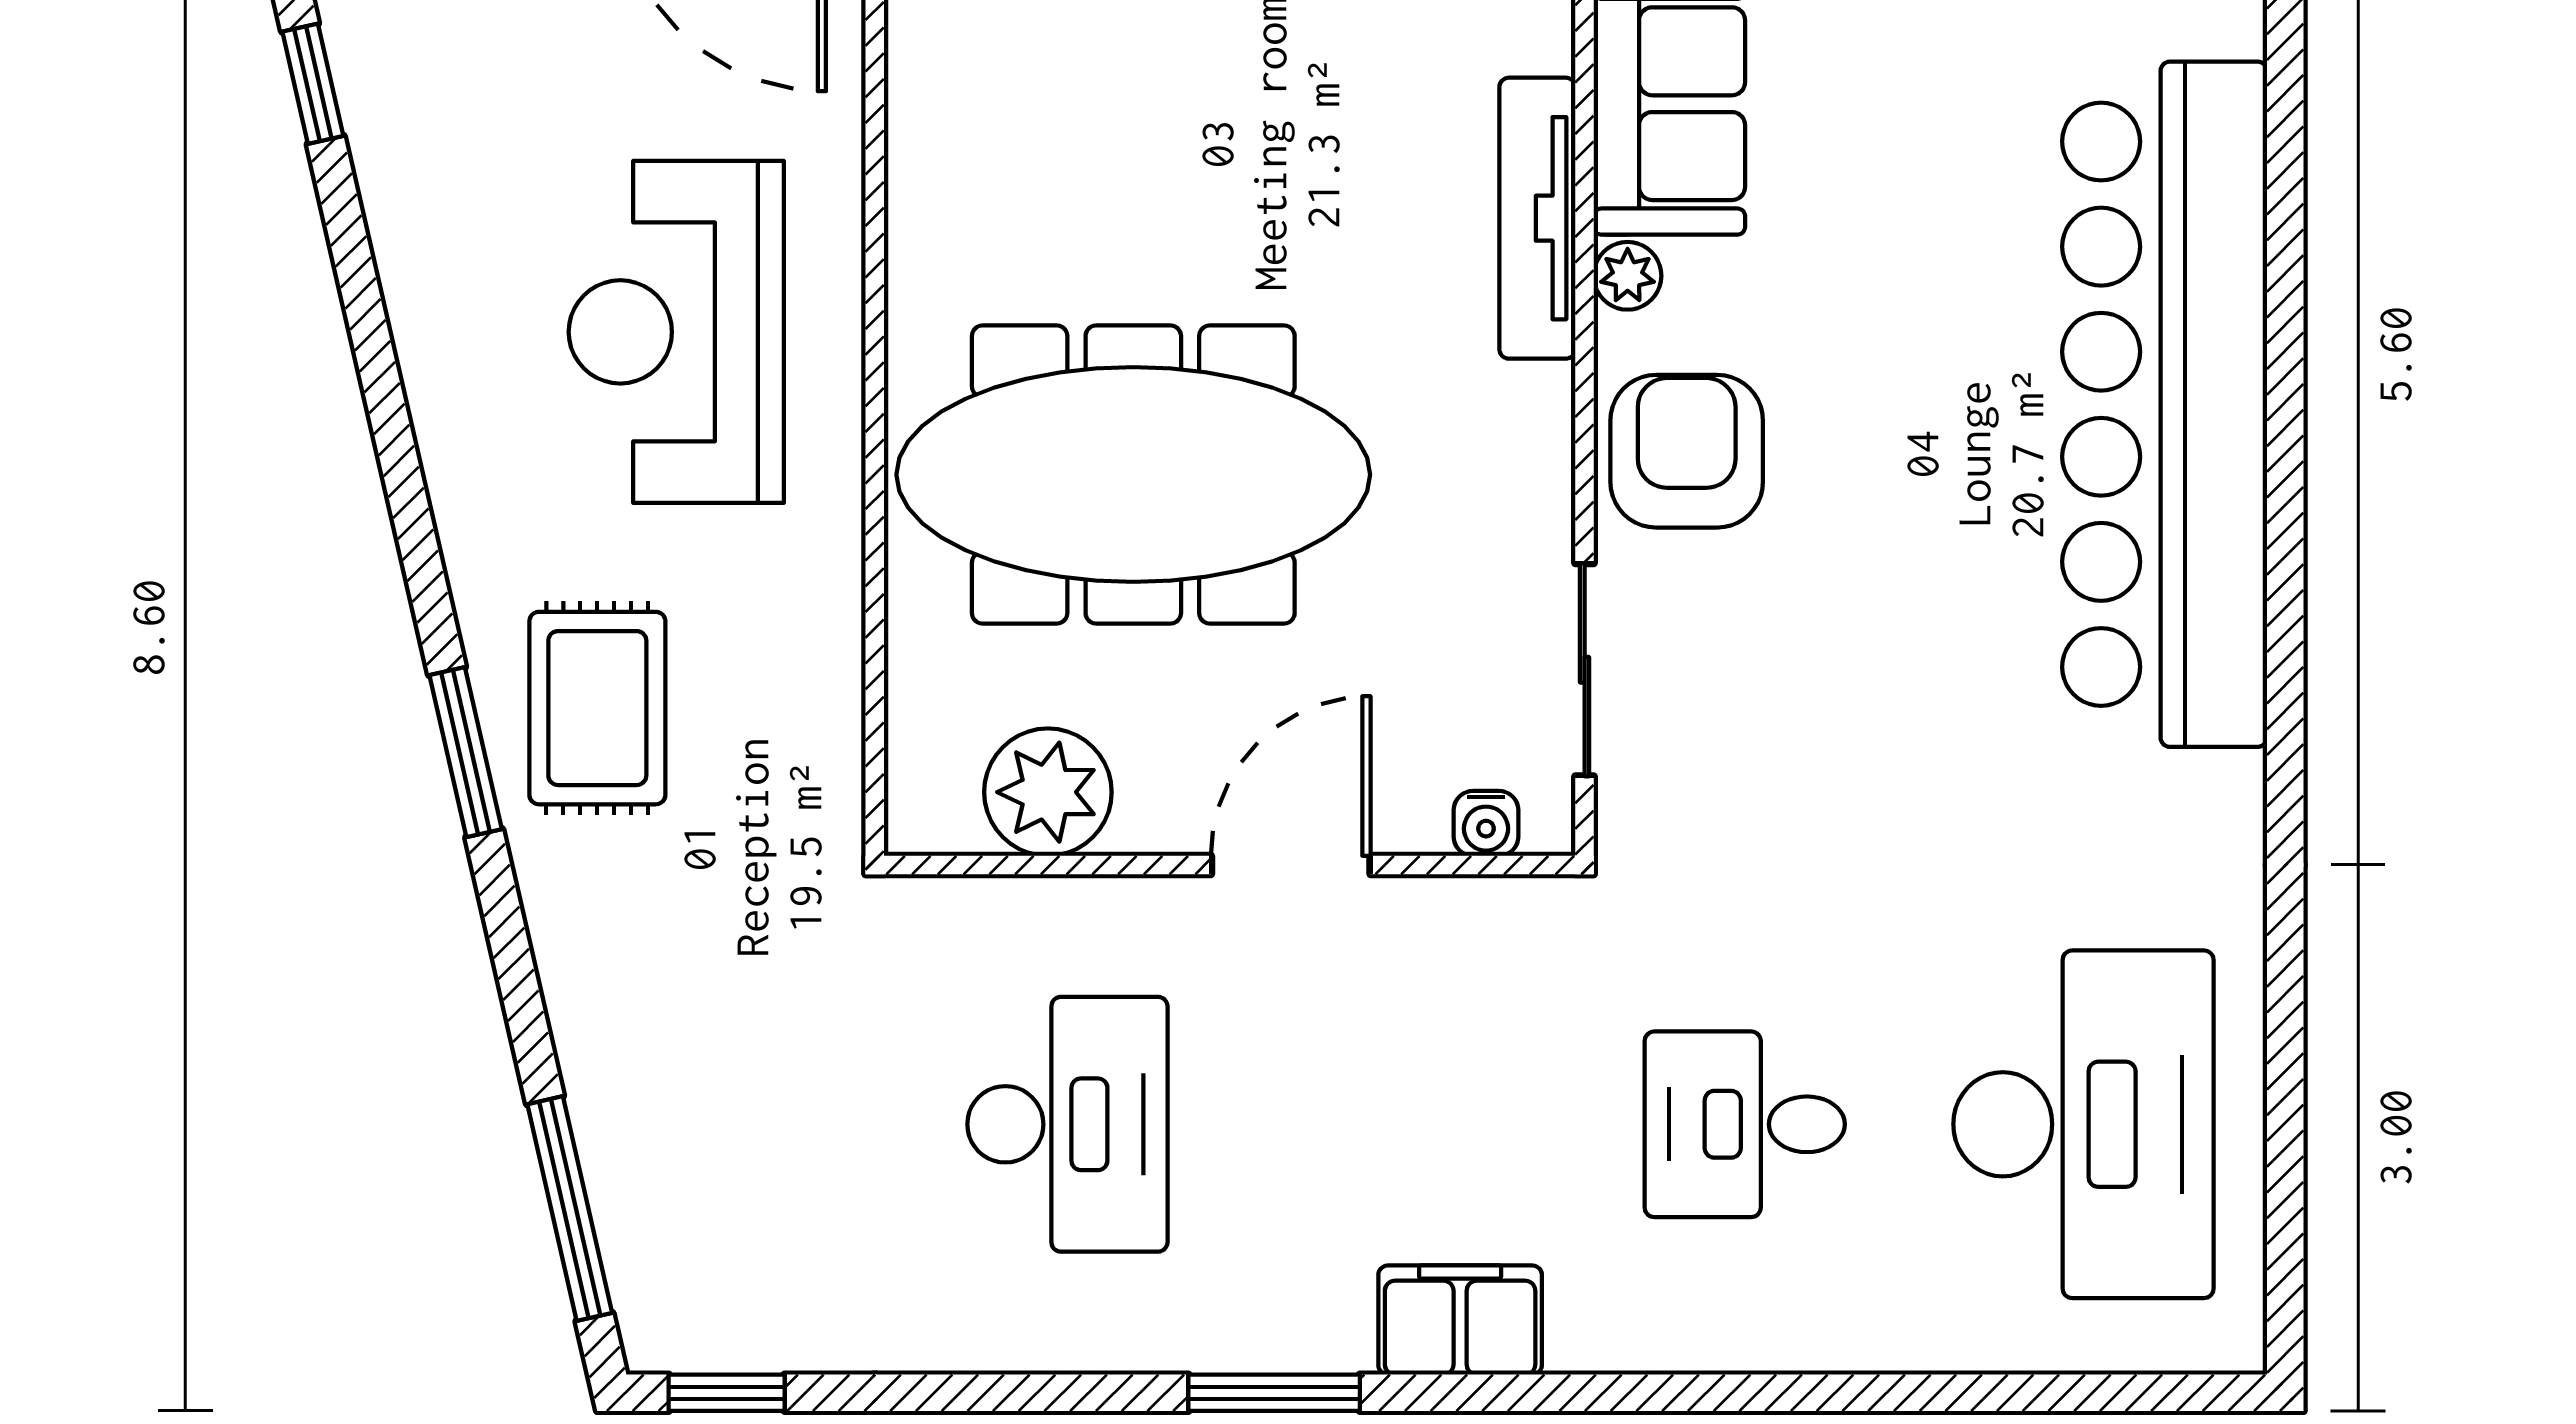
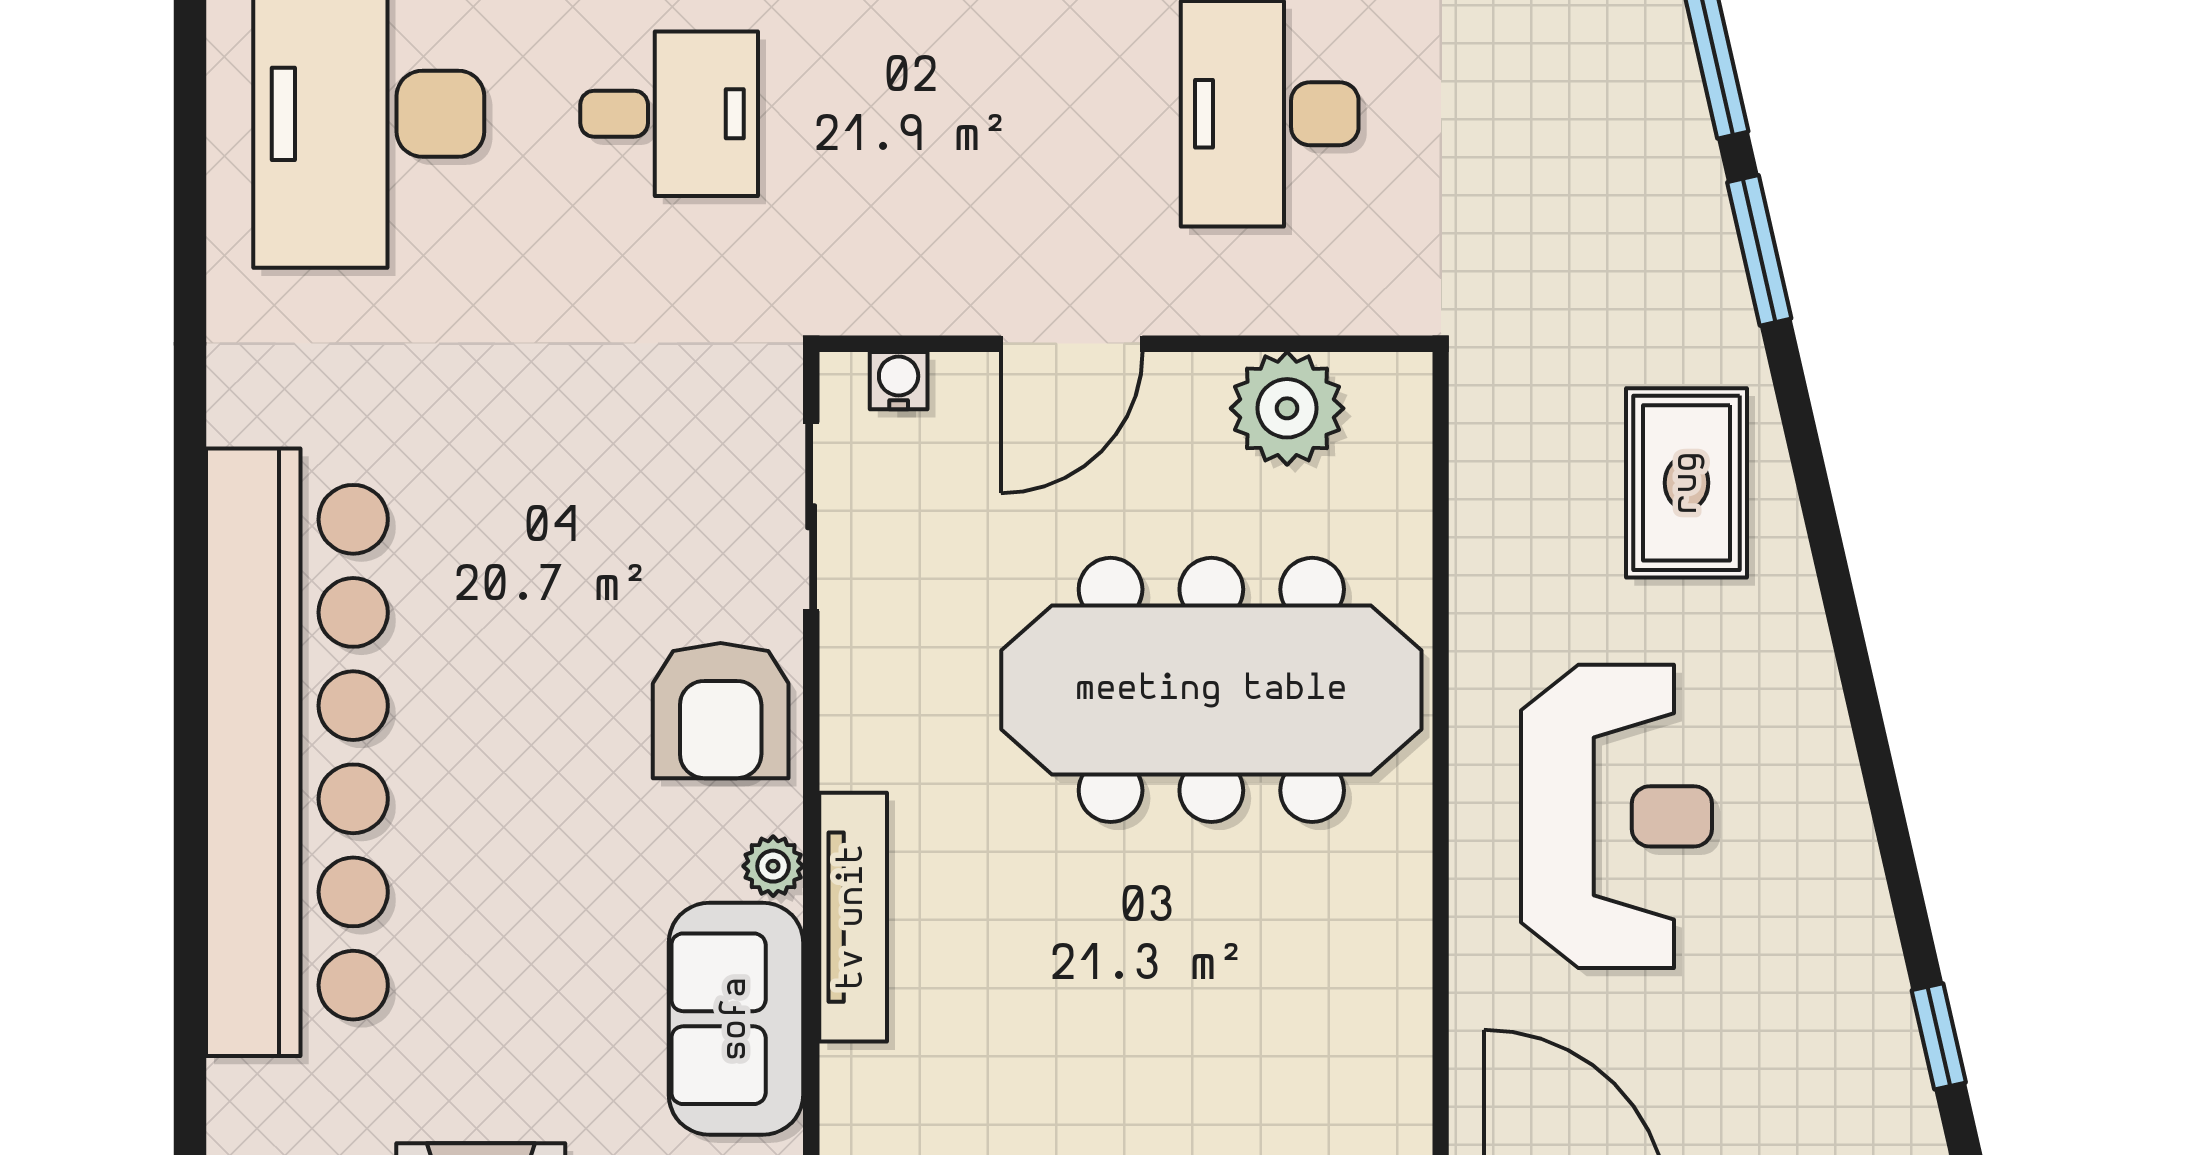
window: (466, 752) -> (1759, 250), moved

